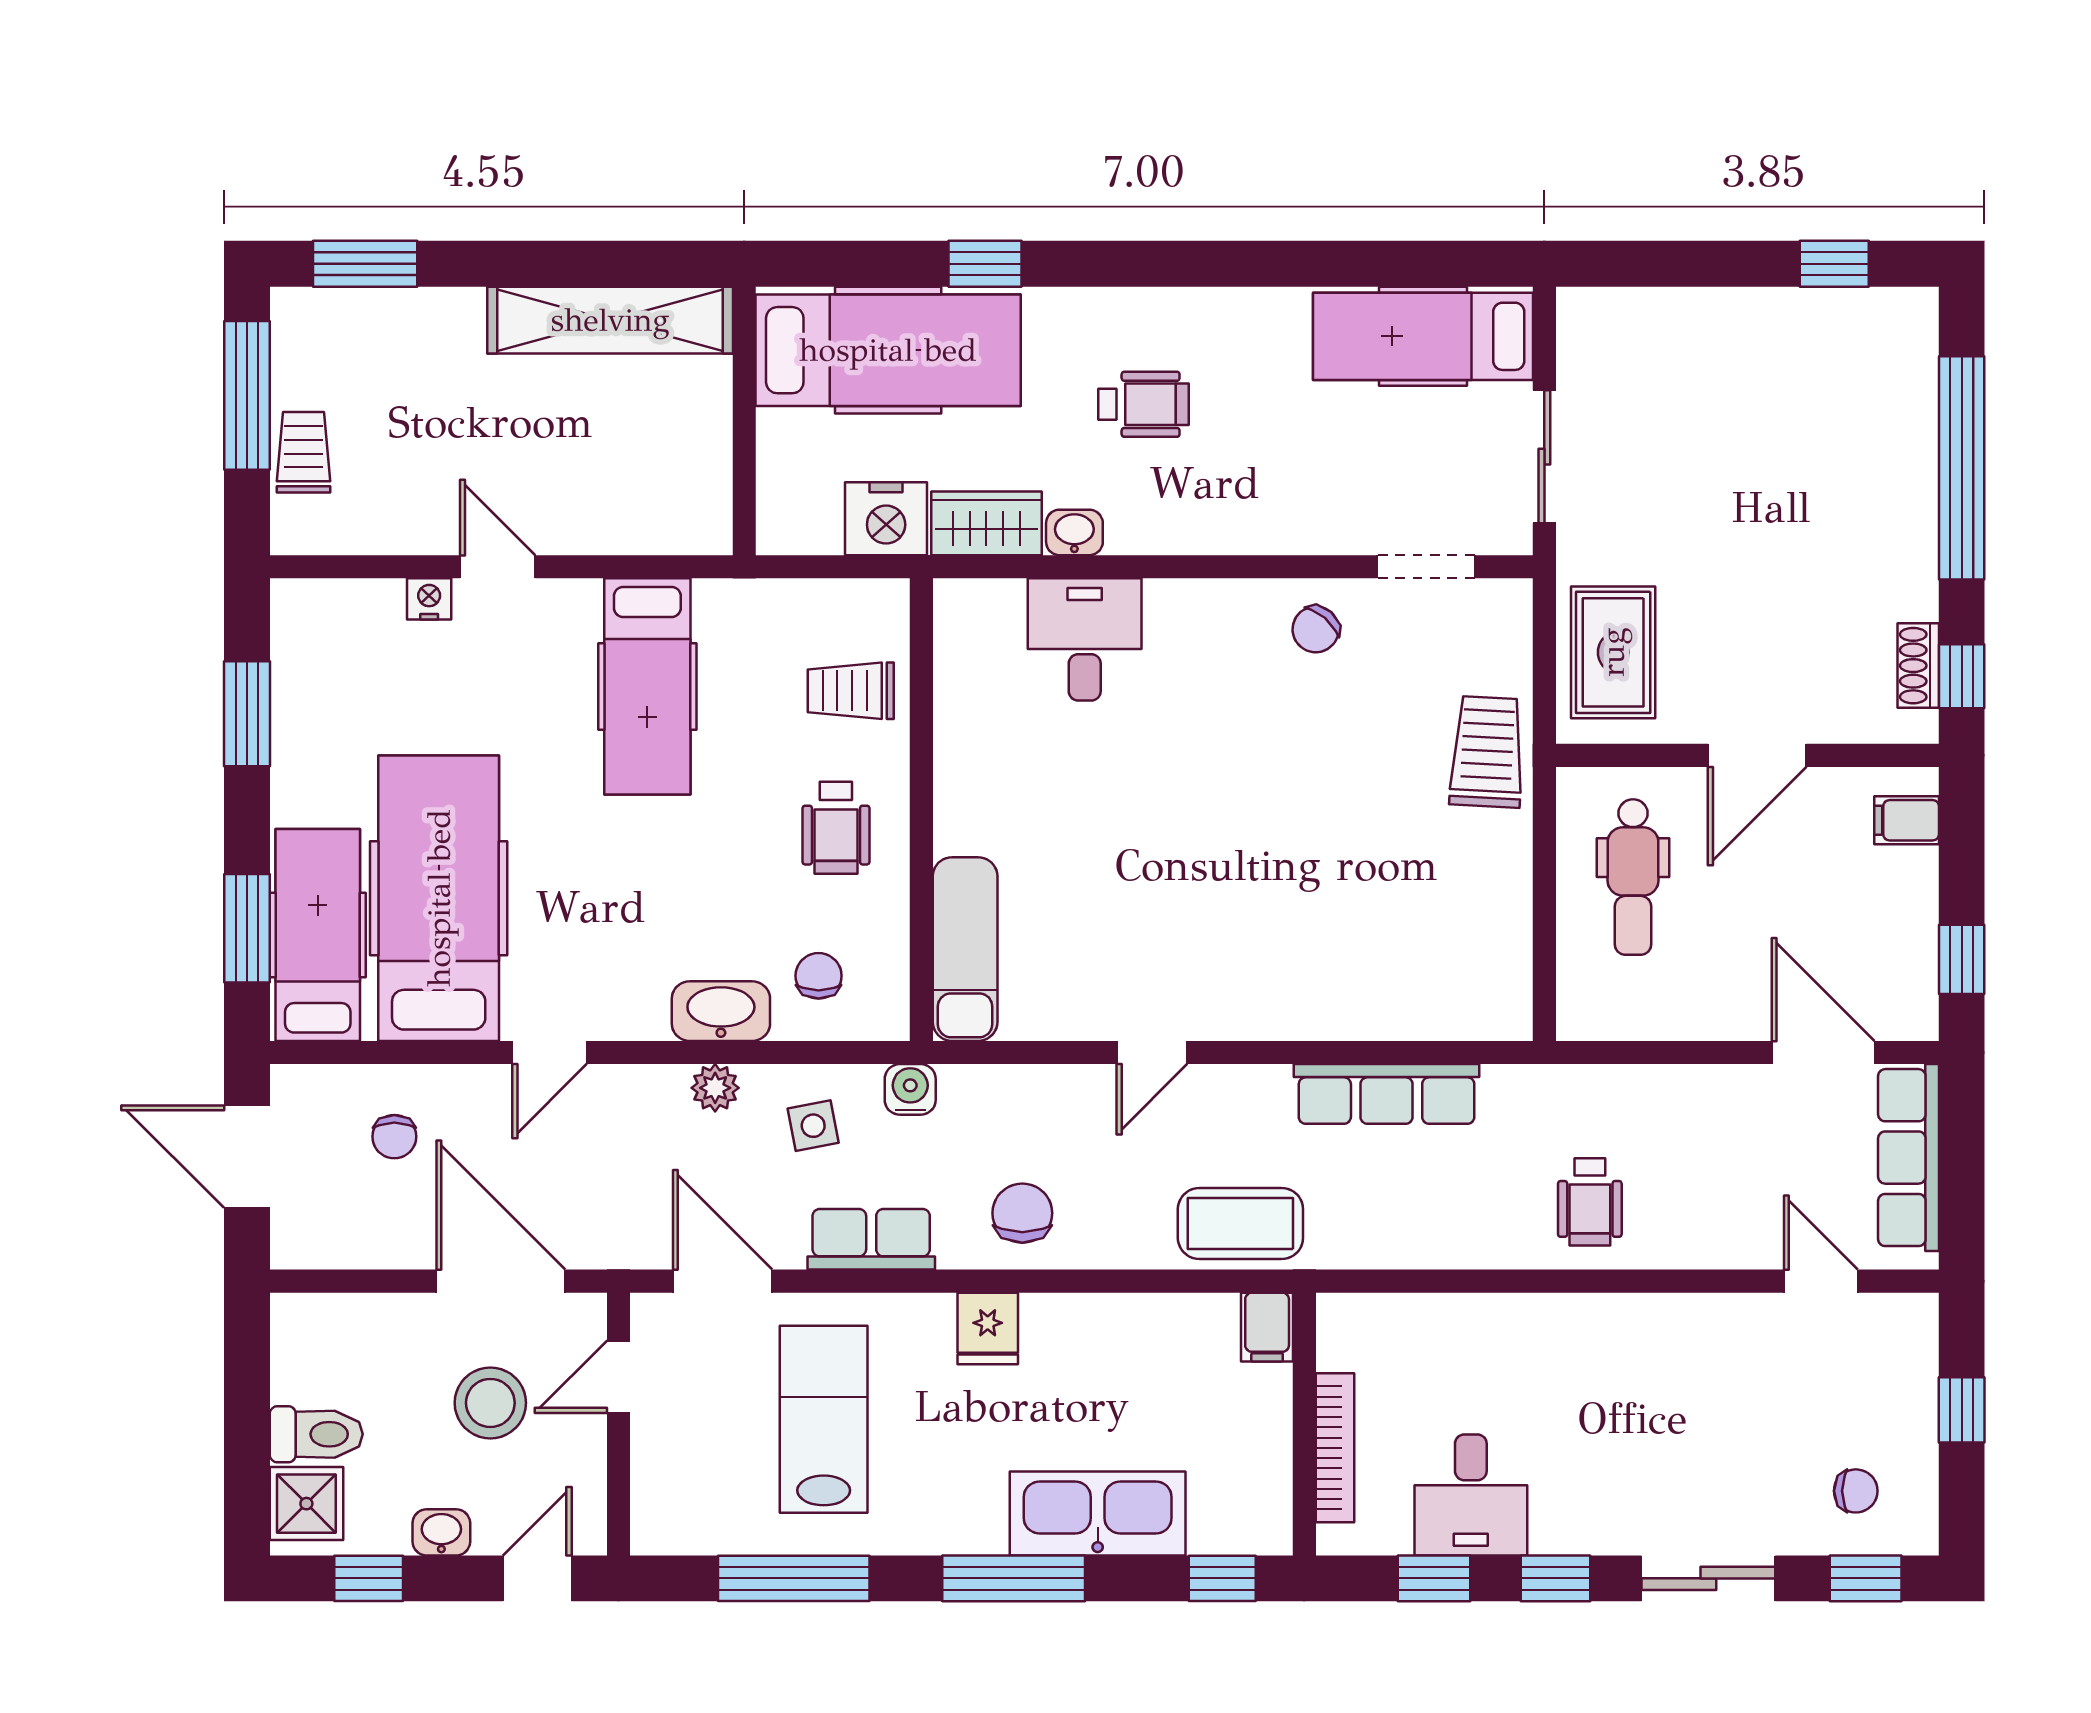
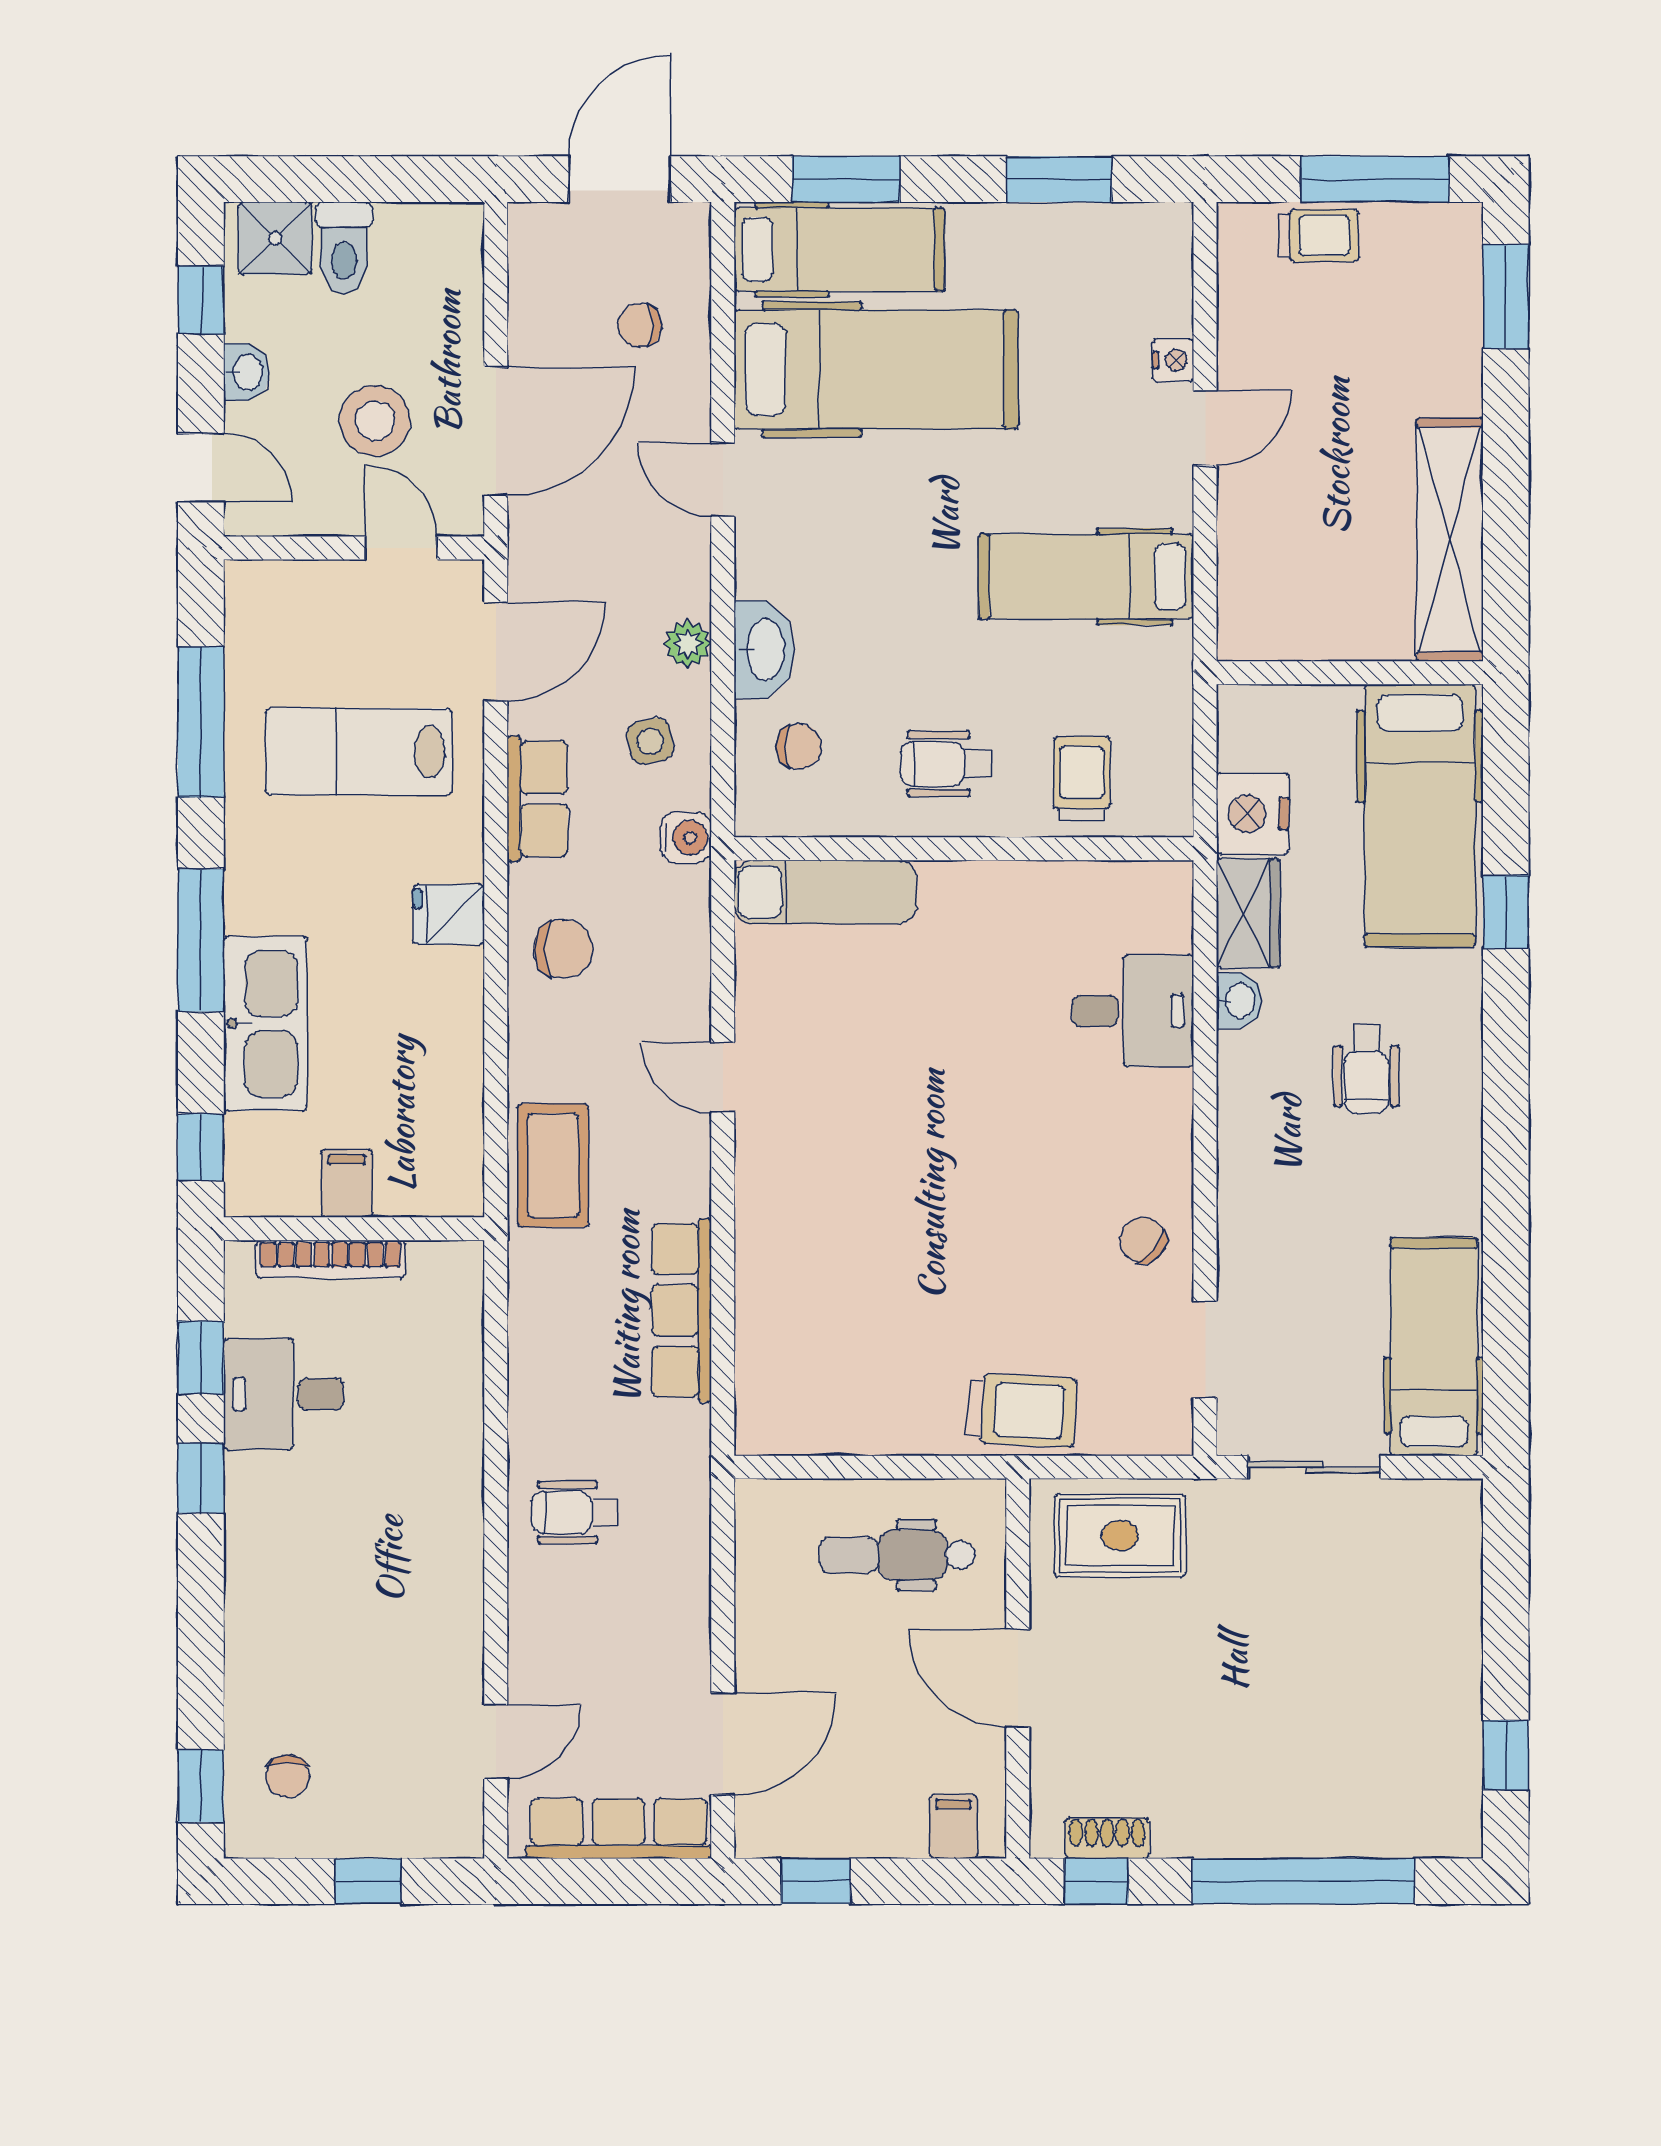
filing cabinet: (1267, 1327) -> (347, 1183), moved, turned 90
lab bench: (824, 1419) -> (359, 752), turned 180
sliding door: (1708, 1578) -> (201, 1630), removed

